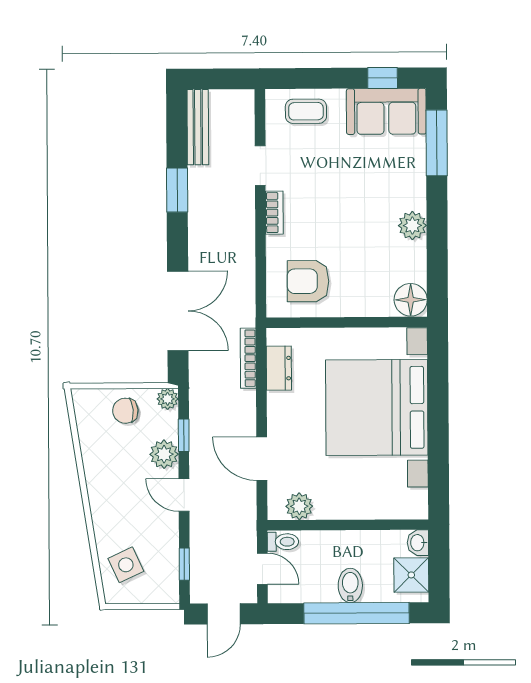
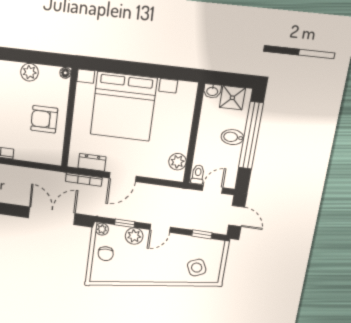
plant: (412, 226) -> (30, 72), moved
armchair: (308, 281) -> (44, 119), moved, turned 90
floor lamp: (411, 300) -> (65, 73), width x0.53, depth x0.53
door: (262, 459) -> (123, 177), moved

